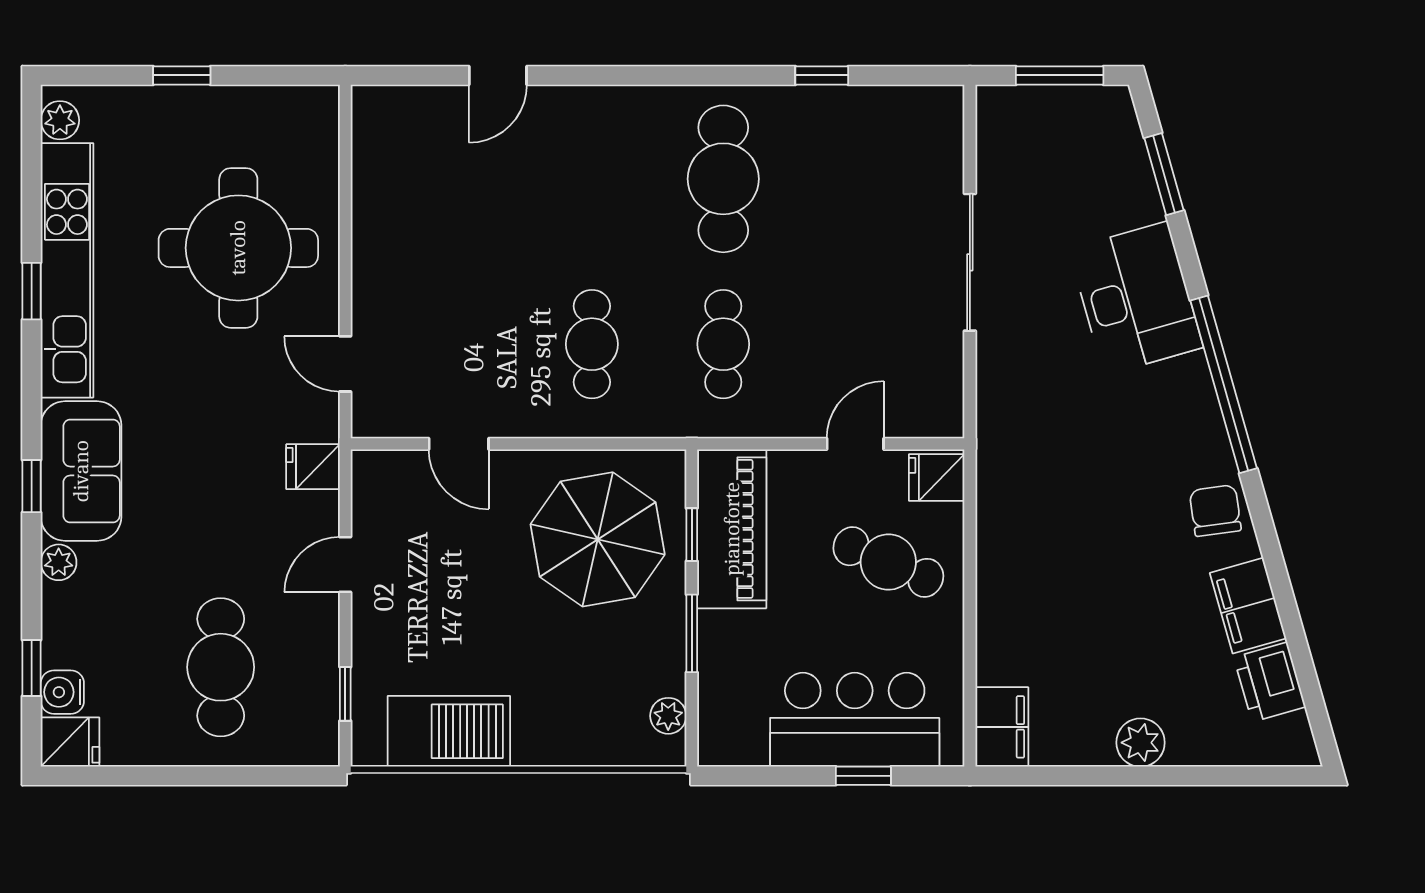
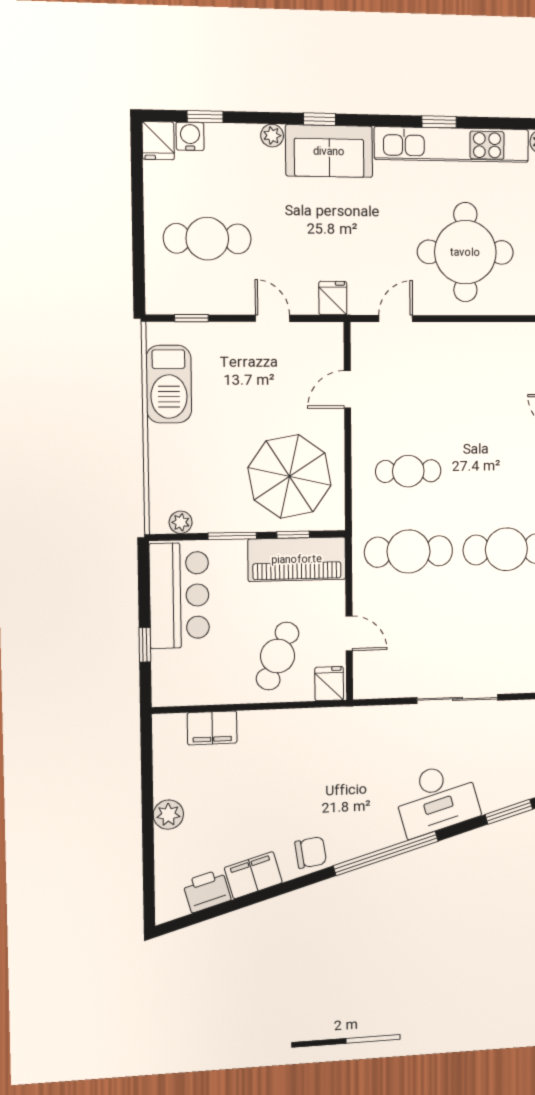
cafe table: (723, 344) -> (409, 551), width x1.37, depth x1.35
bar counter: (855, 720) -> (179, 595), moved
filing cabinet: (1002, 727) -> (212, 728), moved

